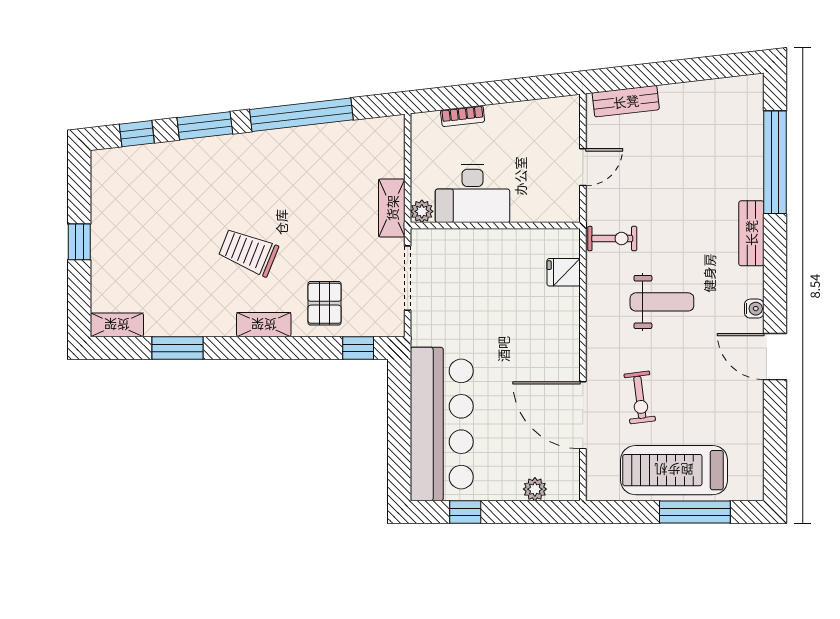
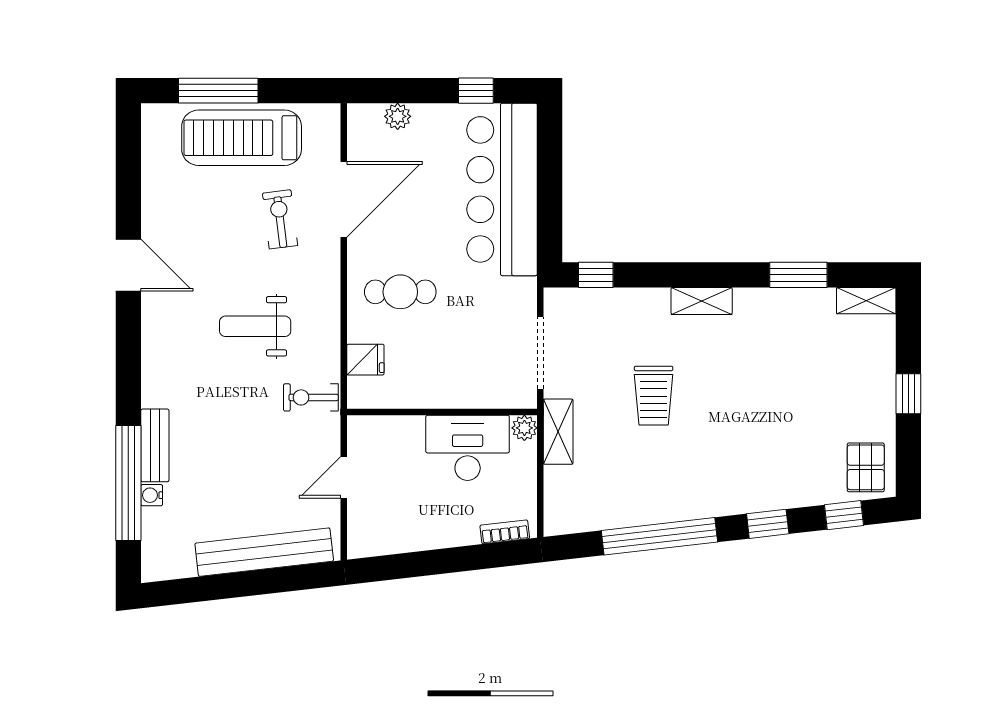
bench: (626, 101) -> (264, 552), width x1.86, depth x1.21
bookcase: (463, 116) -> (505, 532), moved
window: (205, 126) -> (768, 524), width x0.67
bench: (751, 233) -> (155, 445), moved
trolley: (248, 252) -> (654, 396), moved, turned 68
pallet: (325, 303) -> (866, 467), moved
water cooler: (754, 309) -> (152, 495), moved
cafe table: (533, 333) -> (400, 292), added
door: (583, 415) -> (344, 199), hinge flipped
treadmill: (674, 470) -> (242, 138), turned 180

